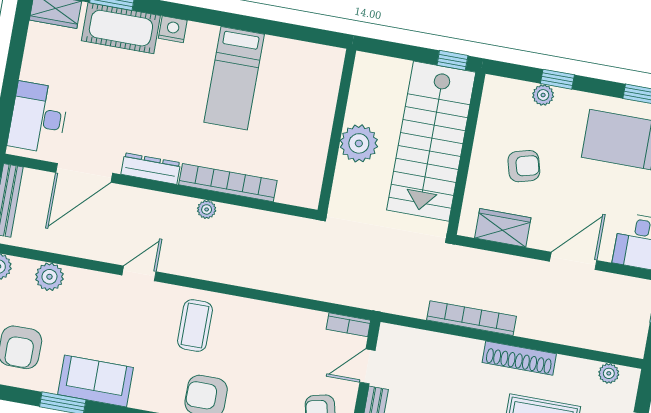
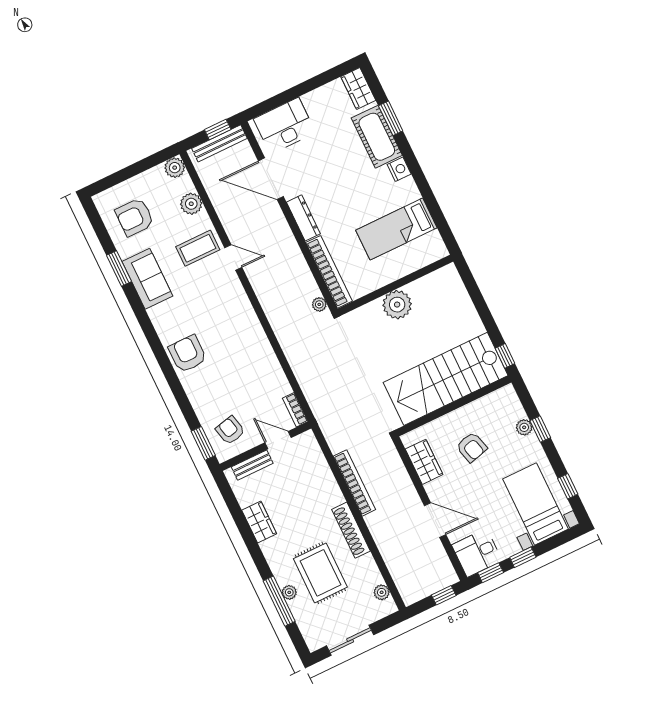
wall: (337, 130) -> (395, 285), moved
plant: (359, 143) -> (397, 305), moved
plant: (207, 209) -> (319, 304), moved
coffee table: (195, 326) -> (198, 248), moved

